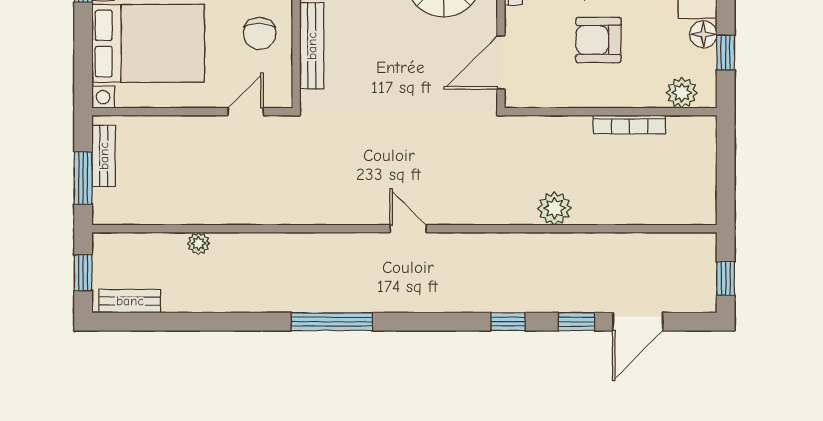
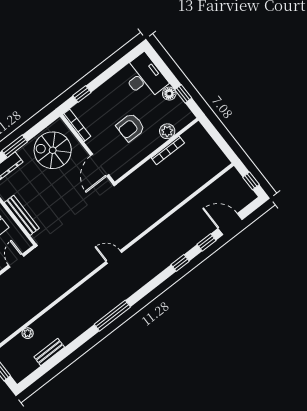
plant: (682, 93) -> (167, 131), moved
plant: (554, 208) -> (164, 205), removed
plant: (198, 243) -> (28, 333), moved
bench: (130, 301) -> (49, 352), moved
door: (638, 322) -> (230, 224), swing flipped

